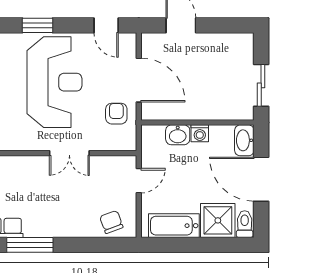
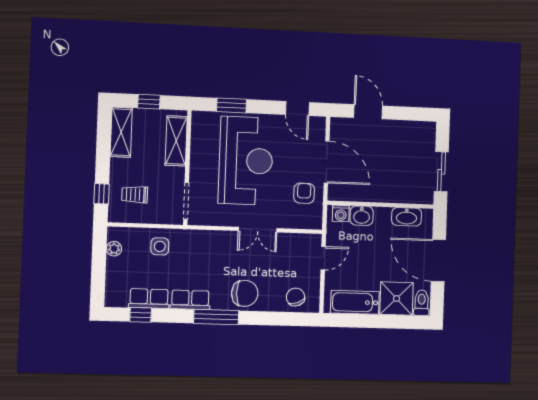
washing machine: (200, 133) -> (341, 213), moved
washbasin: (244, 140) -> (407, 217), moved, turned -90
chair: (58, 220) -> (245, 293), added

